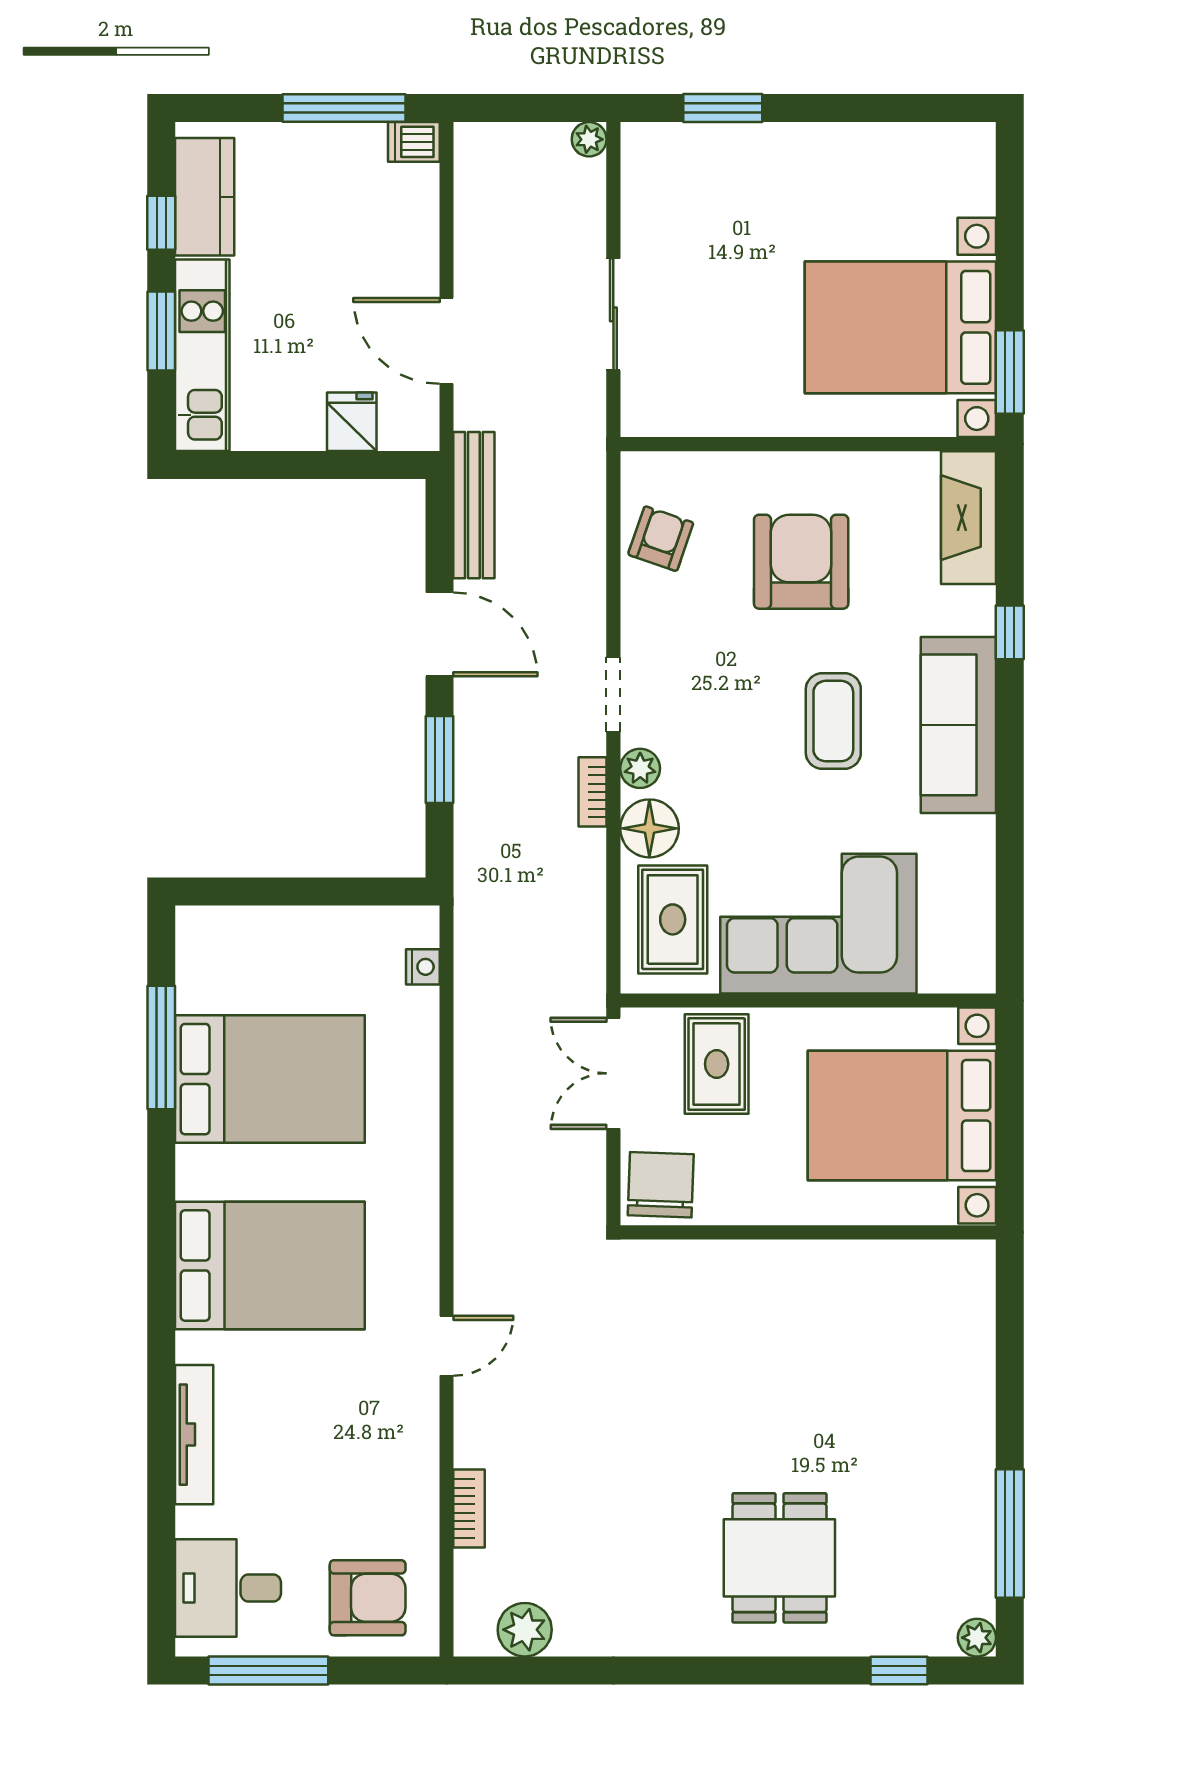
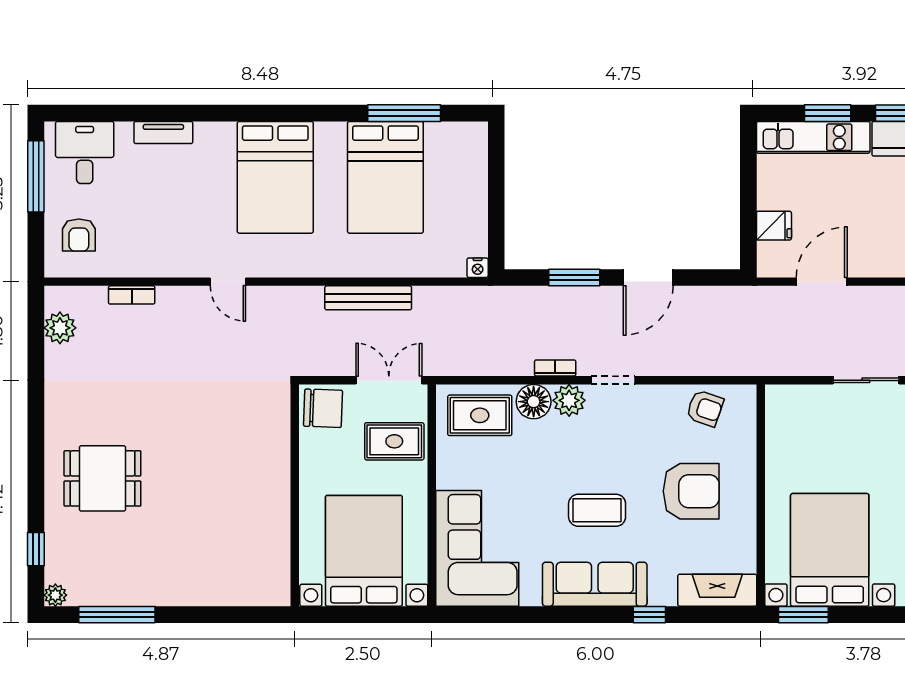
sliding door: (613, 314) -> (866, 380), moved
bench: (474, 505) -> (368, 298), moved
plant: (640, 768) -> (569, 400), width x1.38, depth x1.38
corner sofa: (818, 924) -> (477, 548), moved
nightstand: (423, 967) -> (478, 268), moved
tv unit: (194, 1435) -> (163, 133), width x0.71
armchair: (368, 1598) -> (79, 235), width x0.72, depth x0.72

